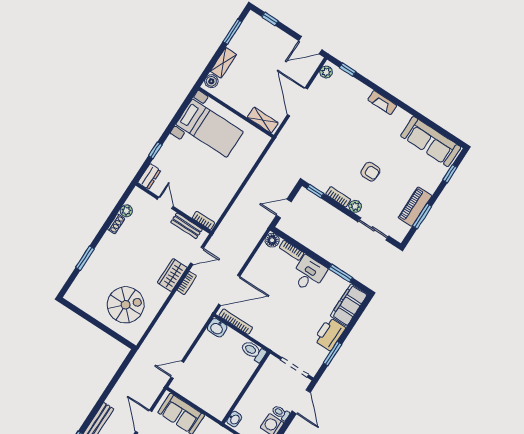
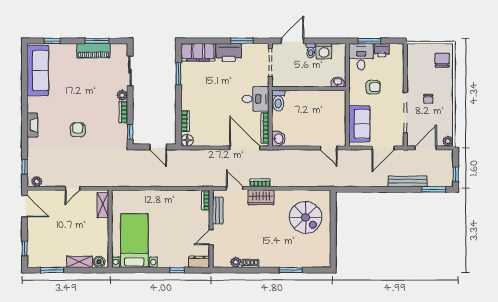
door: (297, 102) -> (73, 188), width x0.53
armchair: (370, 172) -> (78, 130), moved
desk: (309, 274) -> (255, 99), moved, turned 180
spiral stairs: (126, 305) -> (306, 217), turned 180

